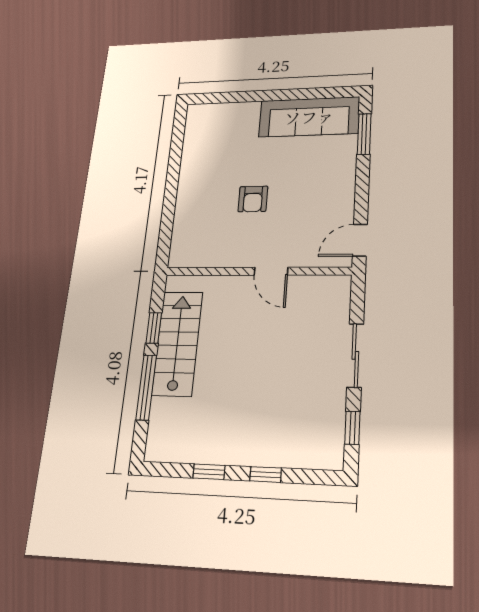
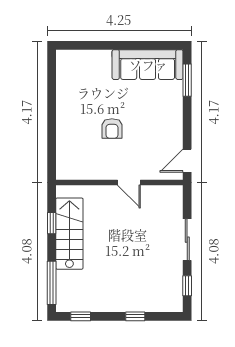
window: (146, 387) -> (52, 283), moved
window: (209, 472) -> (81, 316), moved

